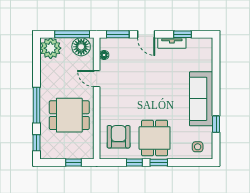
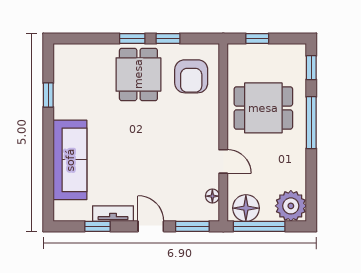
sofa: (201, 99) -> (70, 160), moved
side table: (198, 147) -> (75, 62), removed

